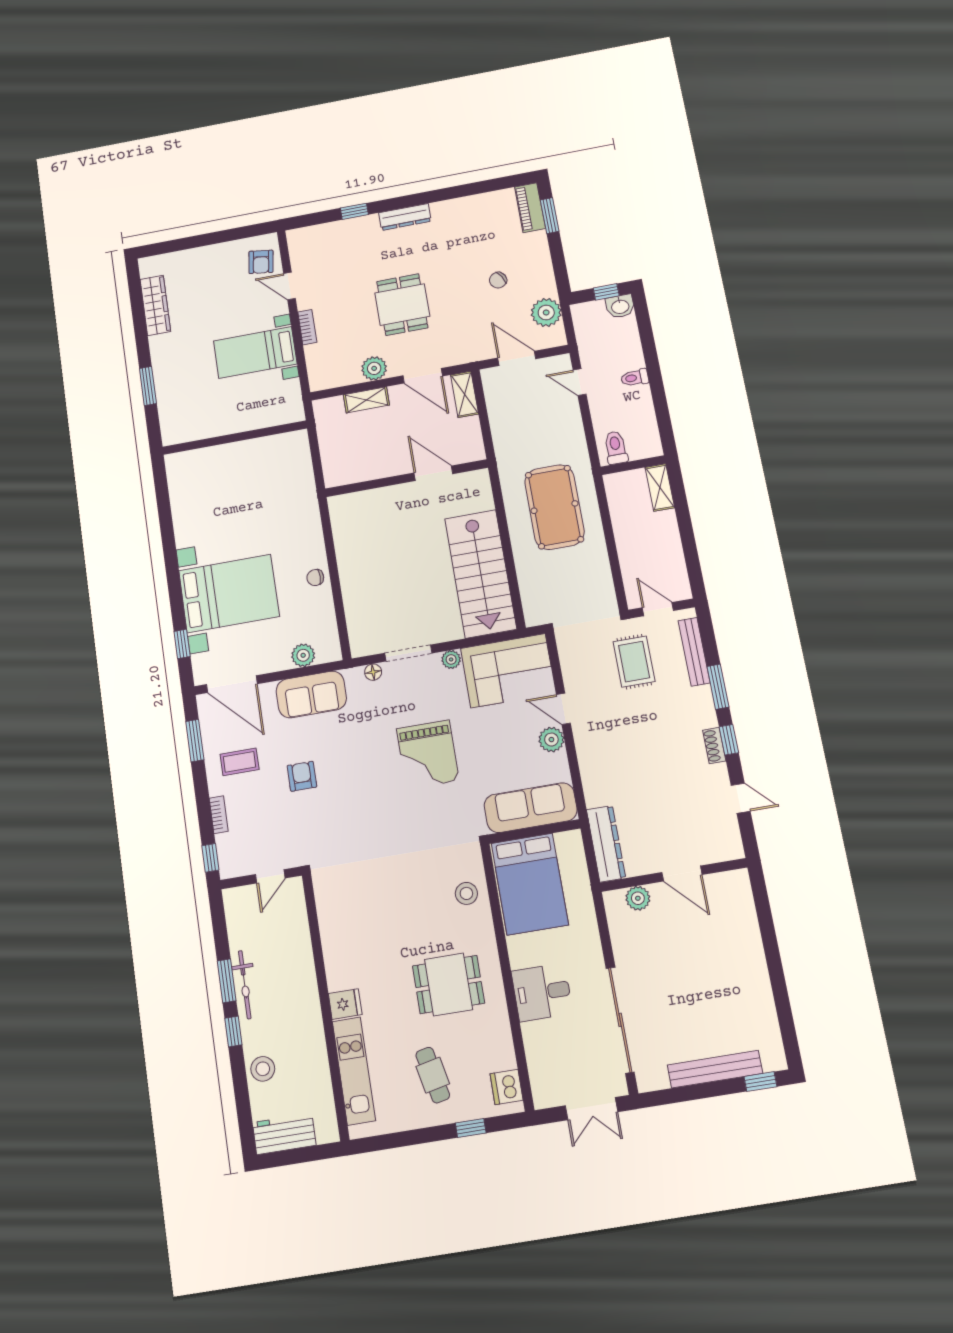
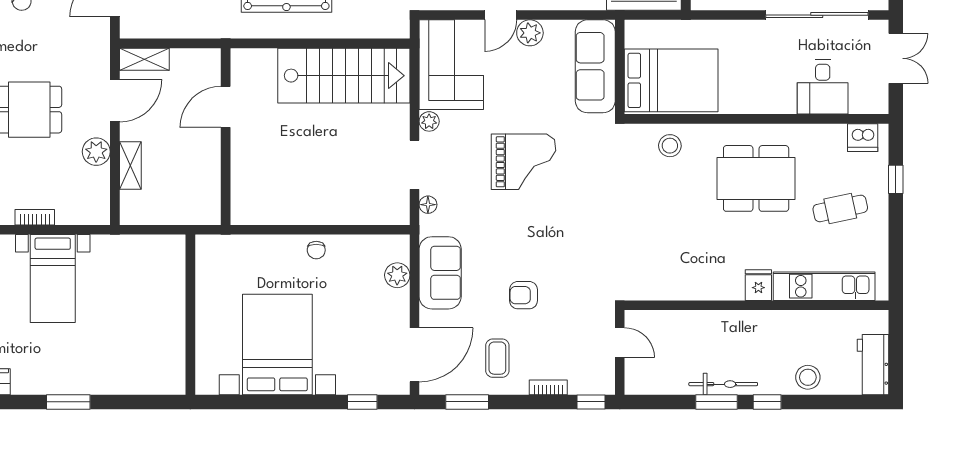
wall: (235, 438) -> (190, 315), moved
bed with nightstands: (229, 593) -> (277, 345), moved
dining table: (449, 985) -> (756, 178), width x1.38
desk: (542, 992) -> (823, 87), moved

